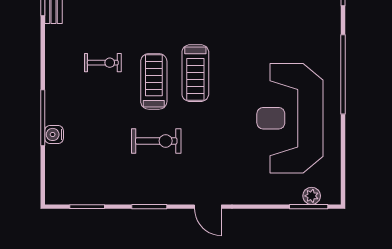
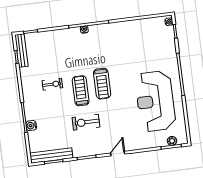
exercise bike: (156, 141) -> (86, 122), turned 180
bench: (84, 195) -> (51, 156), added
door: (208, 207) -> (118, 154), swing flipped

